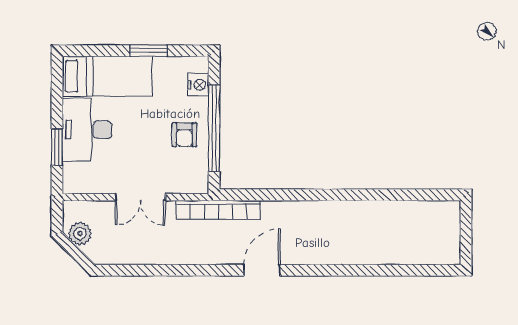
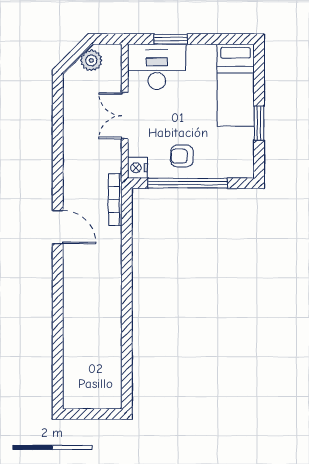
nightstand: (198, 85) -> (137, 168), moved, turned 90
desk: (87, 130) -> (157, 67), moved
bookcase: (218, 210) -> (115, 200), width x0.68, depth x0.76

